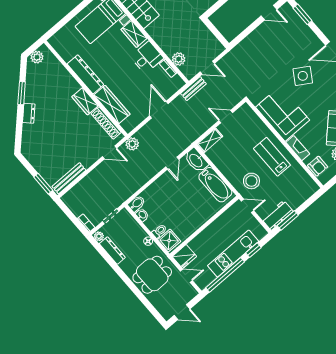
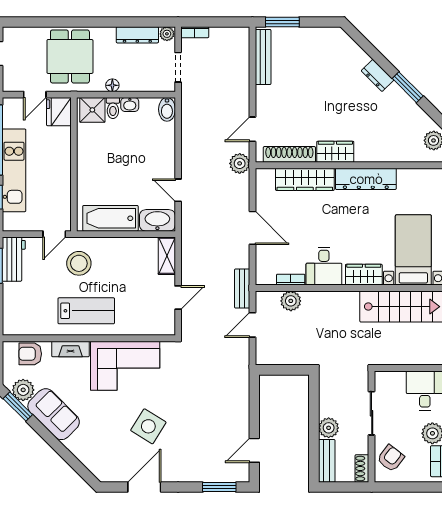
washbasin: (142, 215) -> (130, 104), moved

